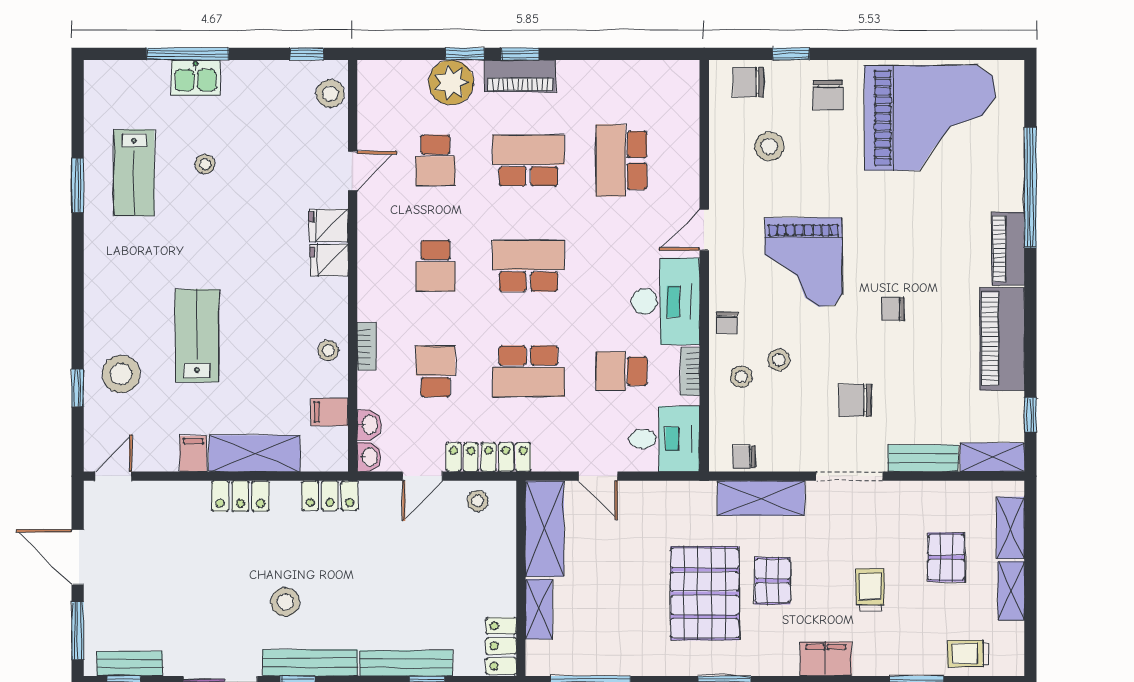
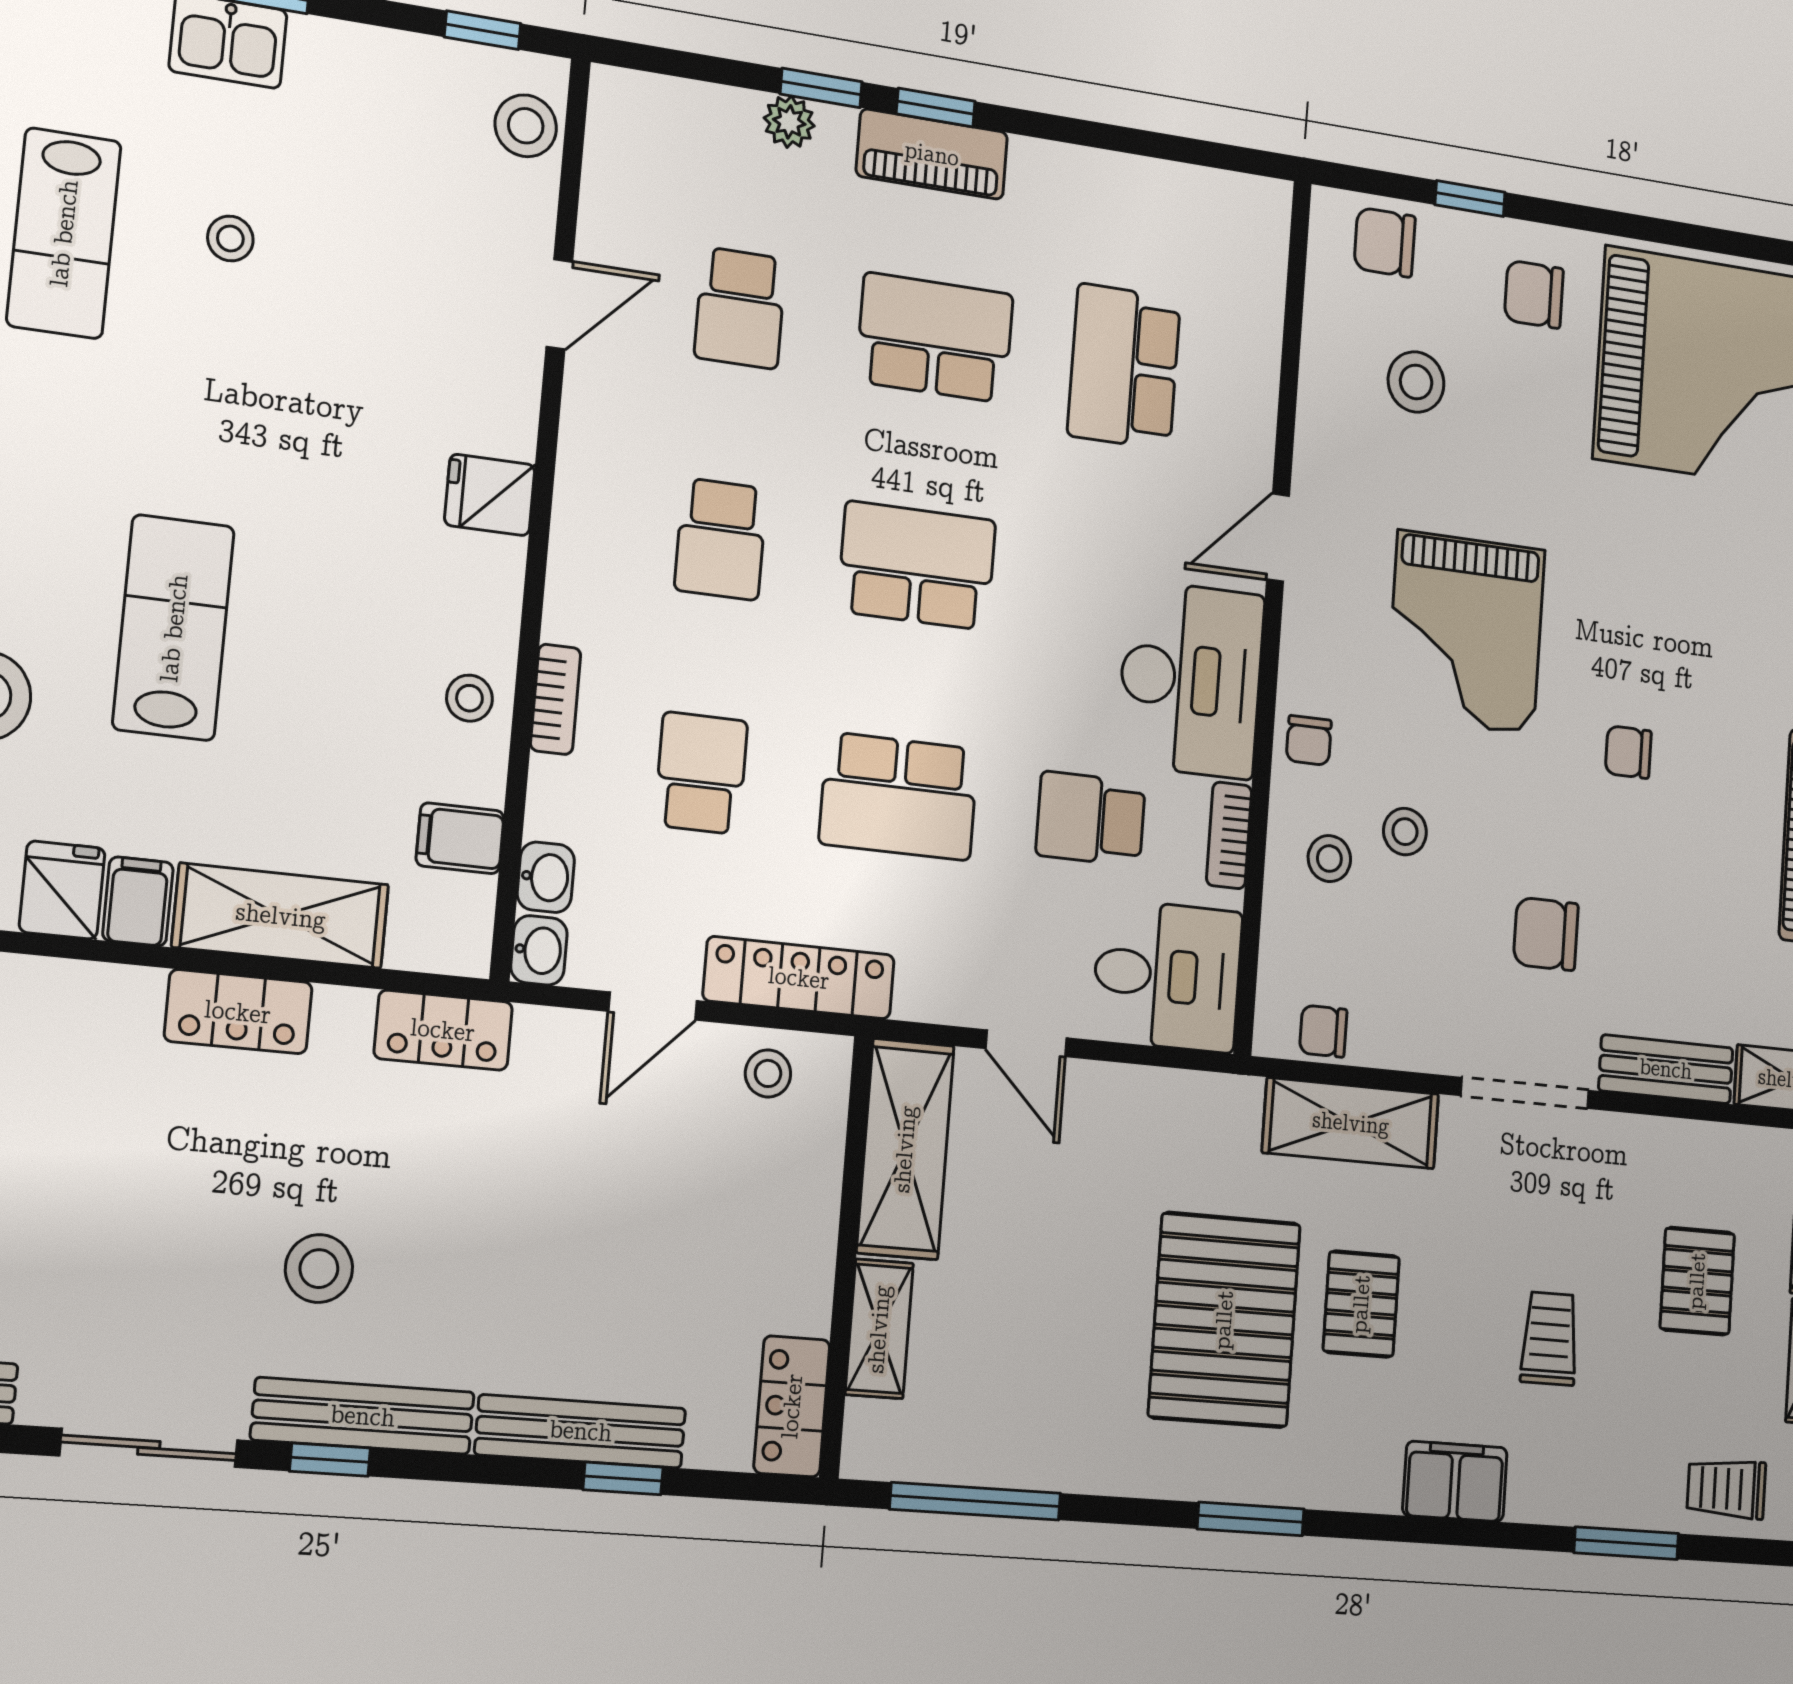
plant: (451, 82) -> (789, 122), width x0.53, depth x0.53
chair: (828, 95) -> (1534, 294), turned 90
fridge: (329, 225) -> (62, 890), moved, turned 90

